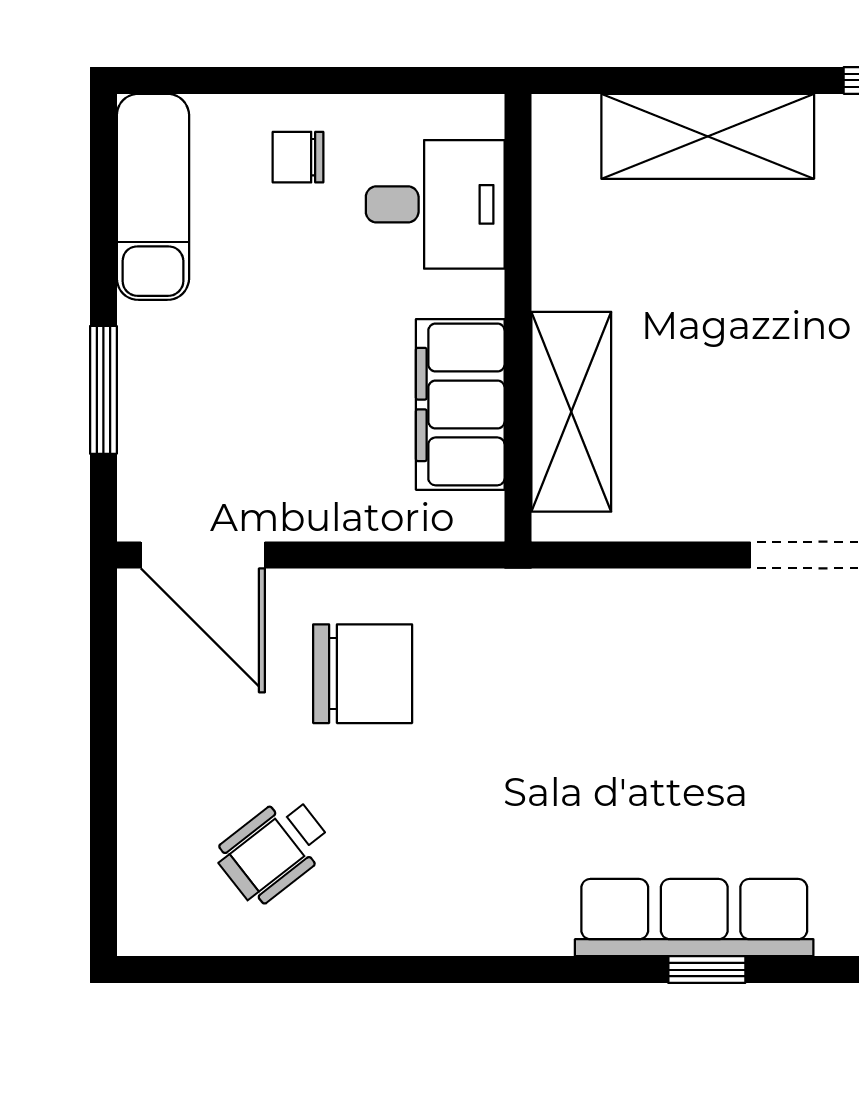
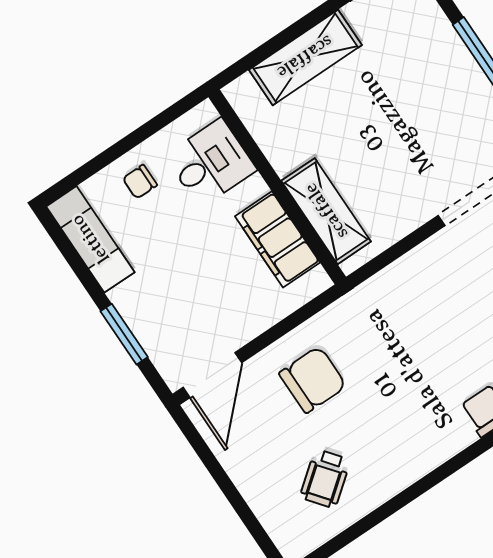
door: (203, 555) -> (212, 375), hinge flipped

